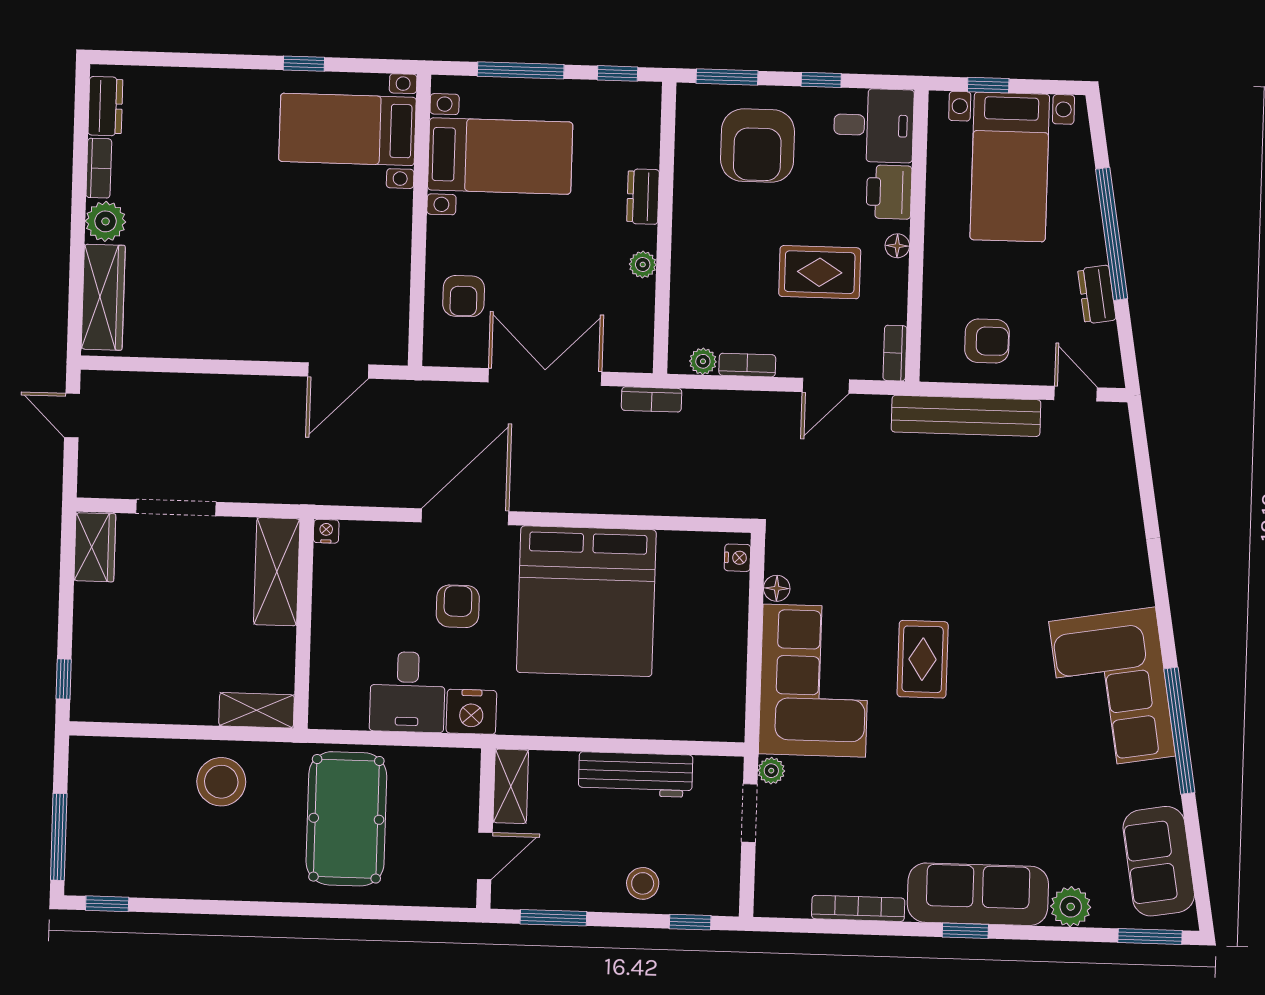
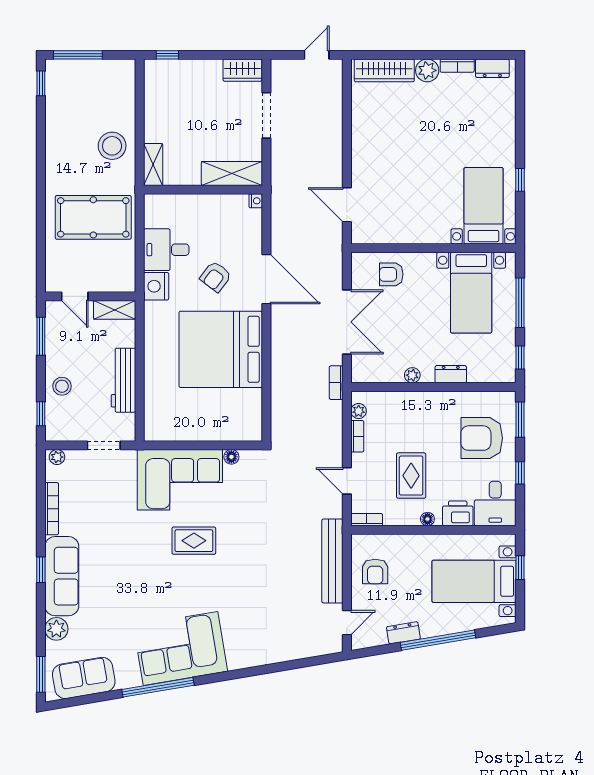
nightstand: (737, 558) -> (248, 434), removed
armchair: (458, 606) -> (216, 277), turned 127
plant: (771, 771) -> (57, 457), moved

